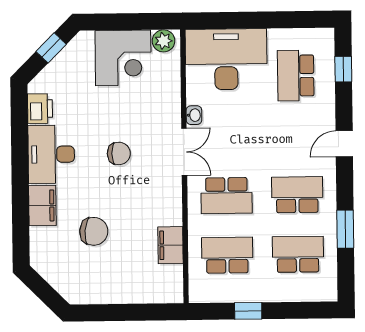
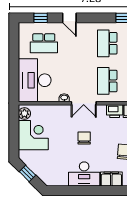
printer: (40, 109) -> (115, 111), moved, turned 180
door: (344, 144) -> (69, 18), moved
double door: (184, 152) -> (84, 103), swing flipped
school desk: (226, 196) -> (107, 81), turned 180

